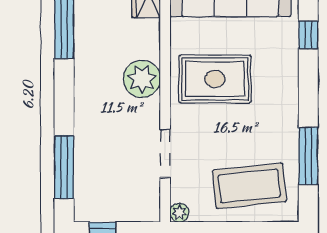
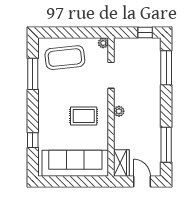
plant: (142, 79) -> (119, 111), width x0.53, depth x0.53
rug: (215, 79) -> (84, 116), width x0.73, depth x0.70

